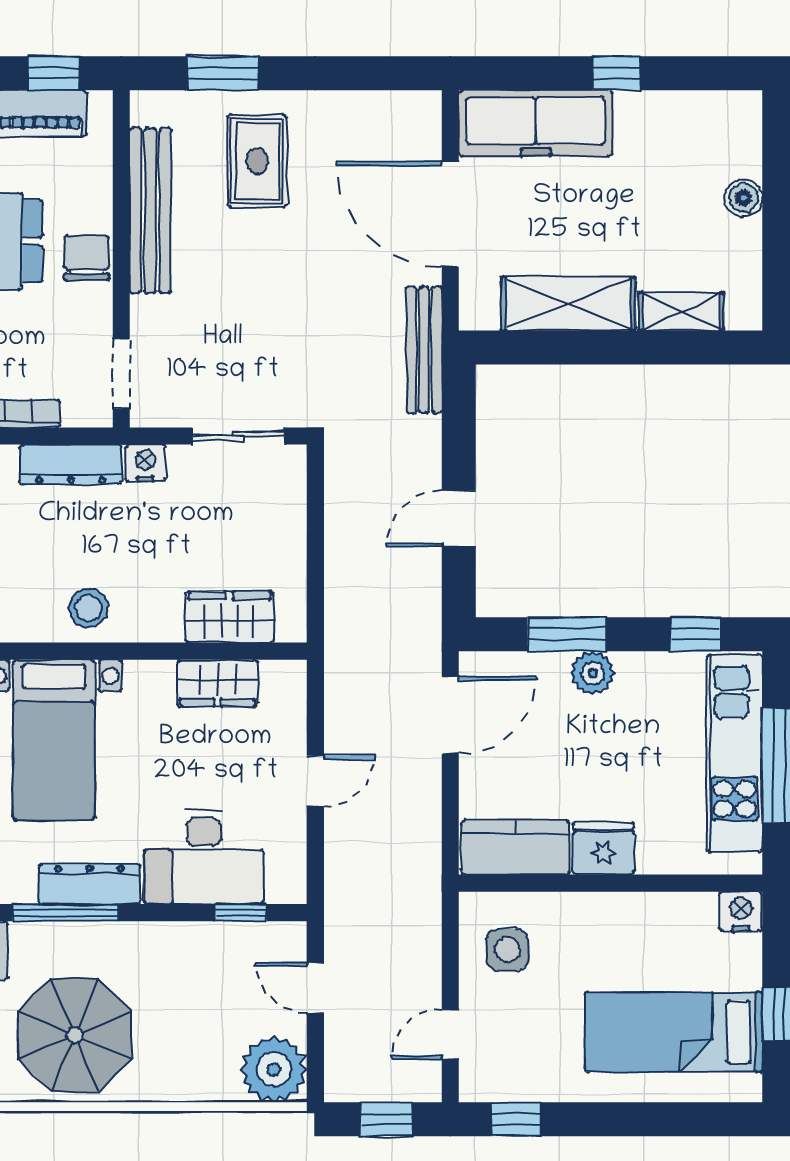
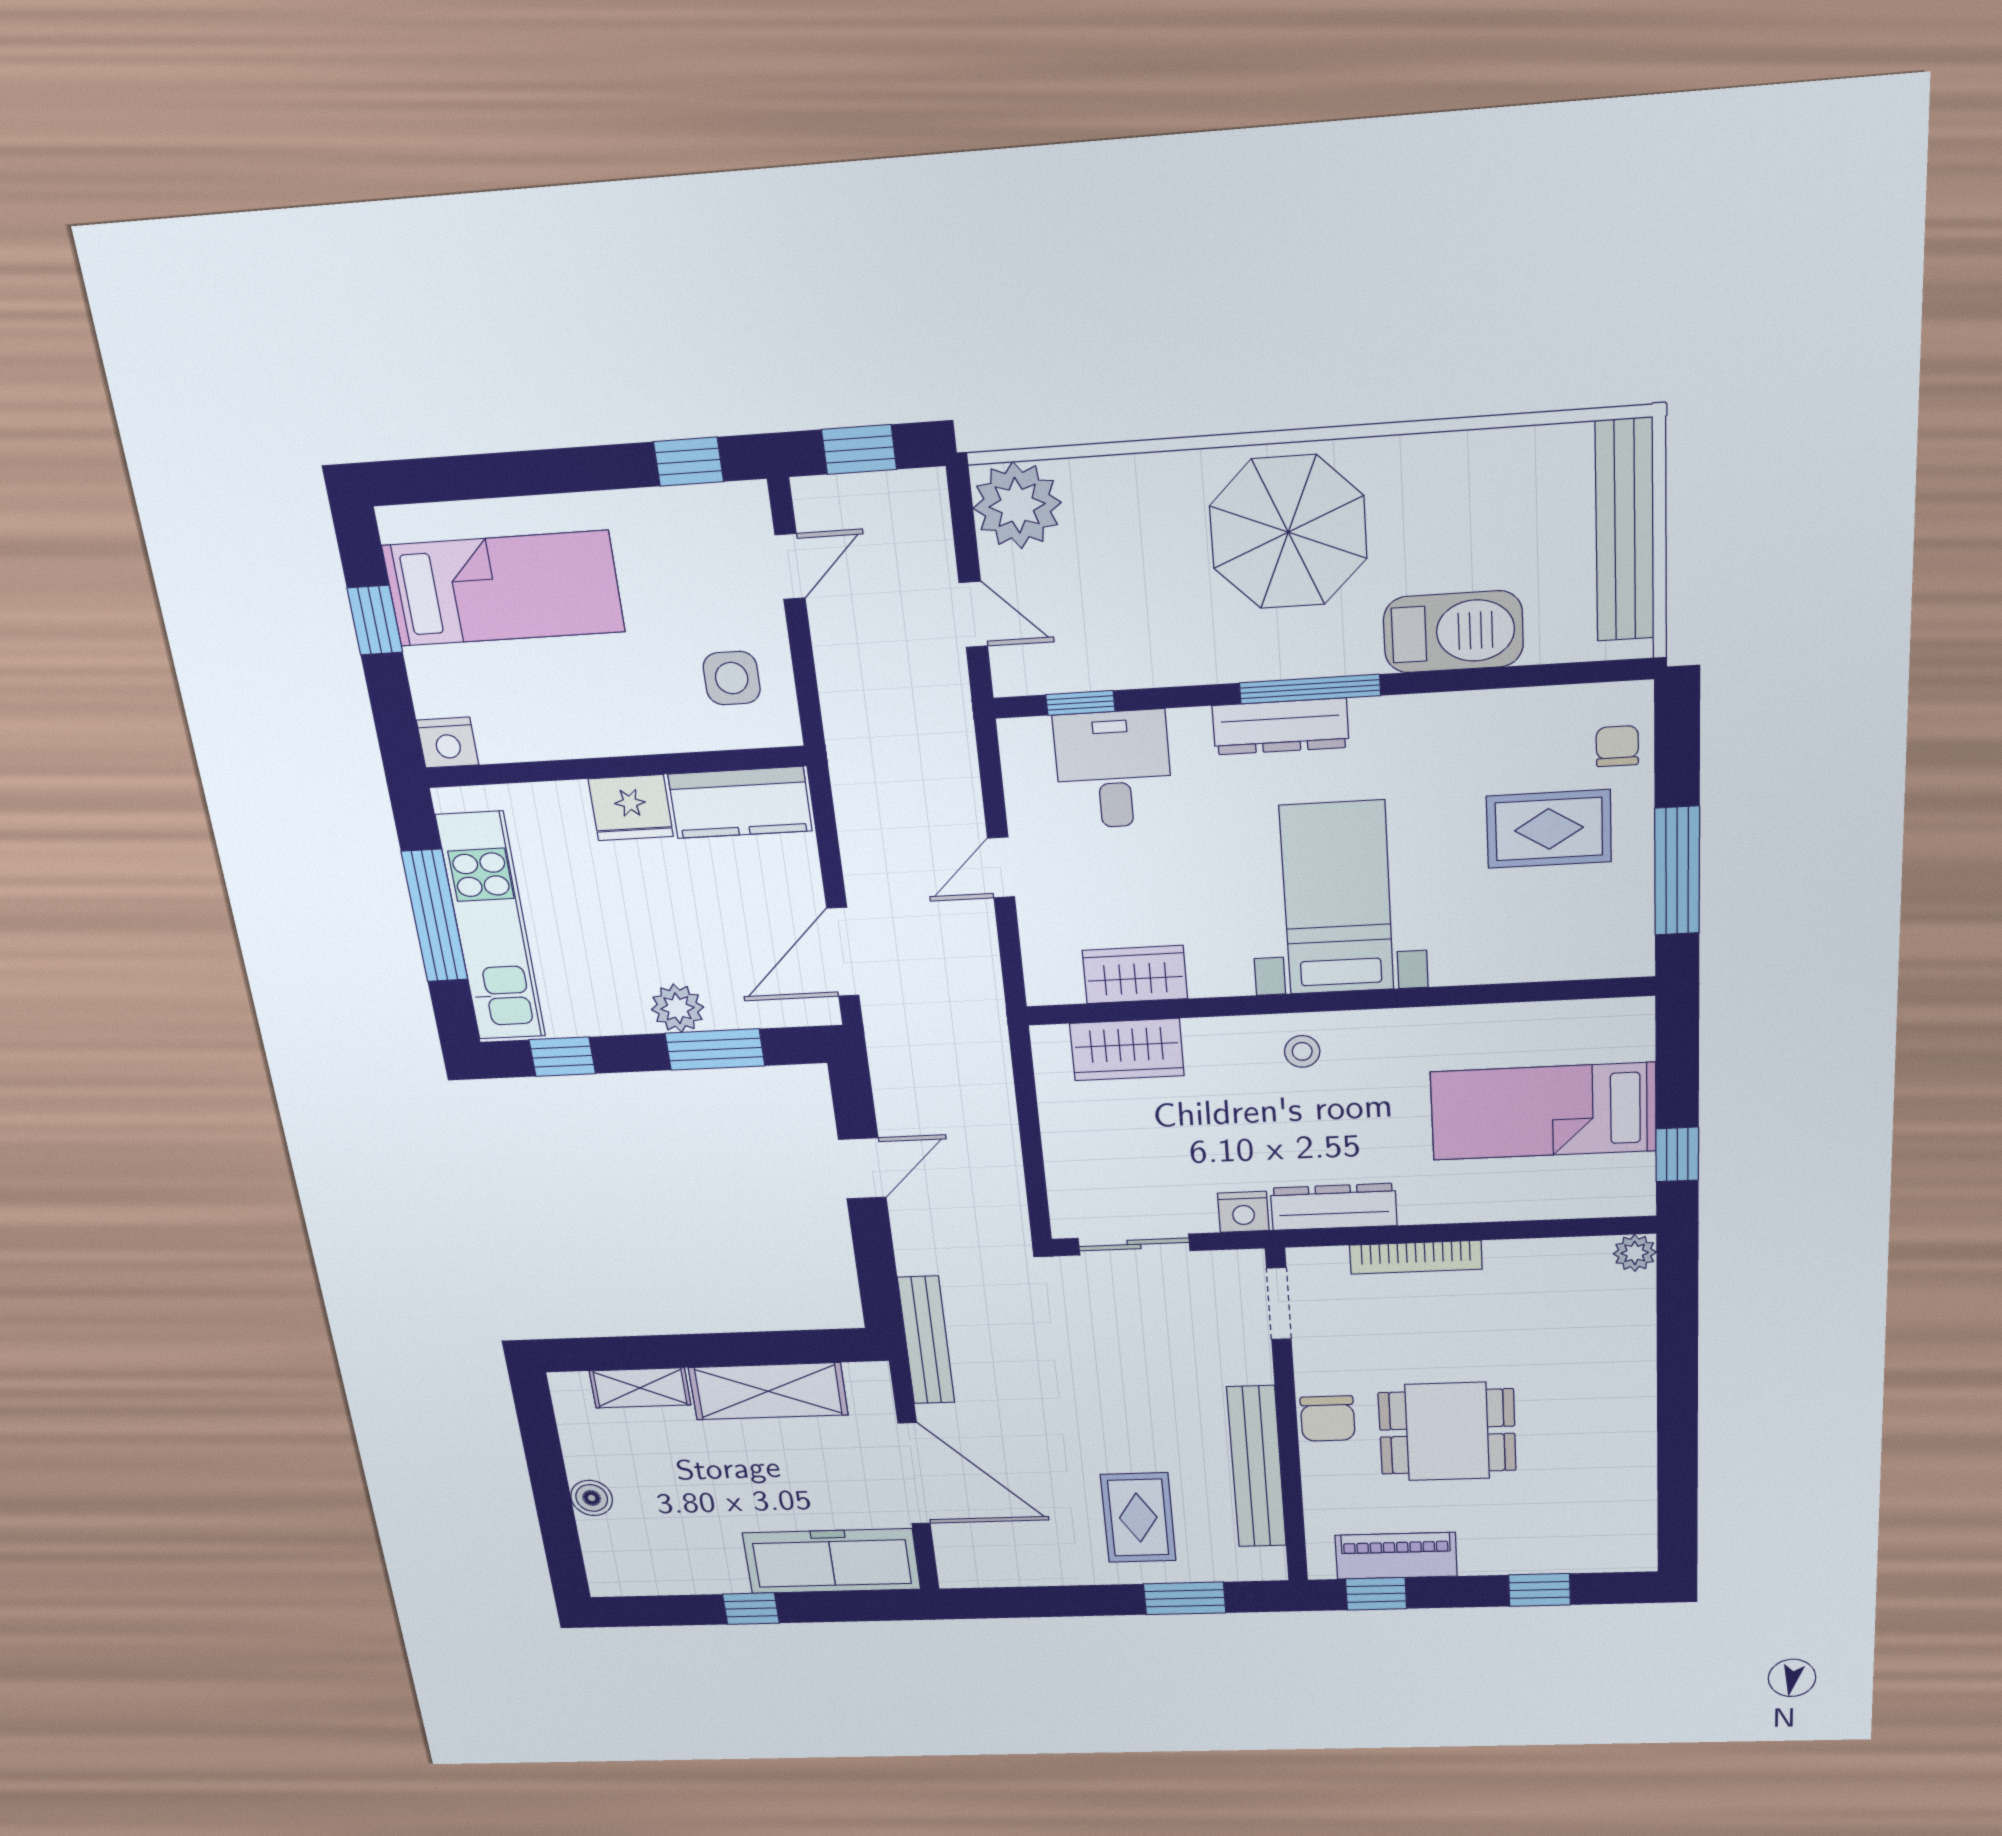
stool: (89, 608) -> (1302, 1051), width x0.73, depth x0.73
desk: (204, 857) -> (1113, 770), width x0.73

